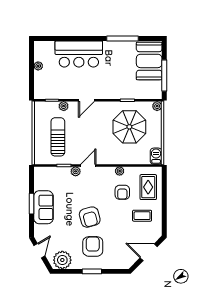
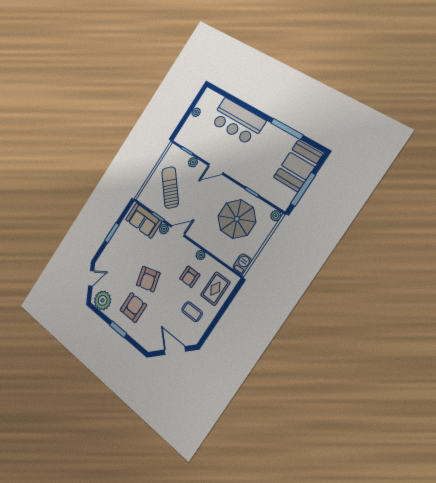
sun lounger: (58, 137) -> (170, 188), turned -42
sofa: (43, 207) -> (144, 221), moved, turned 90

